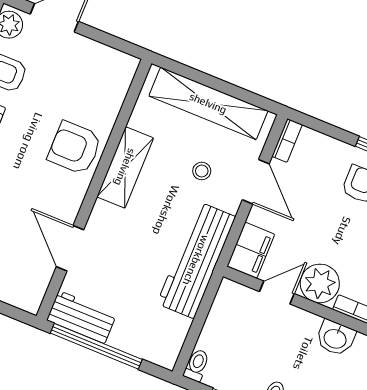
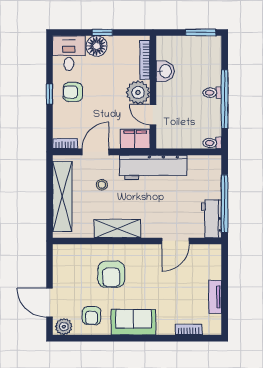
armchair: (75, 148) -> (111, 274), moved

